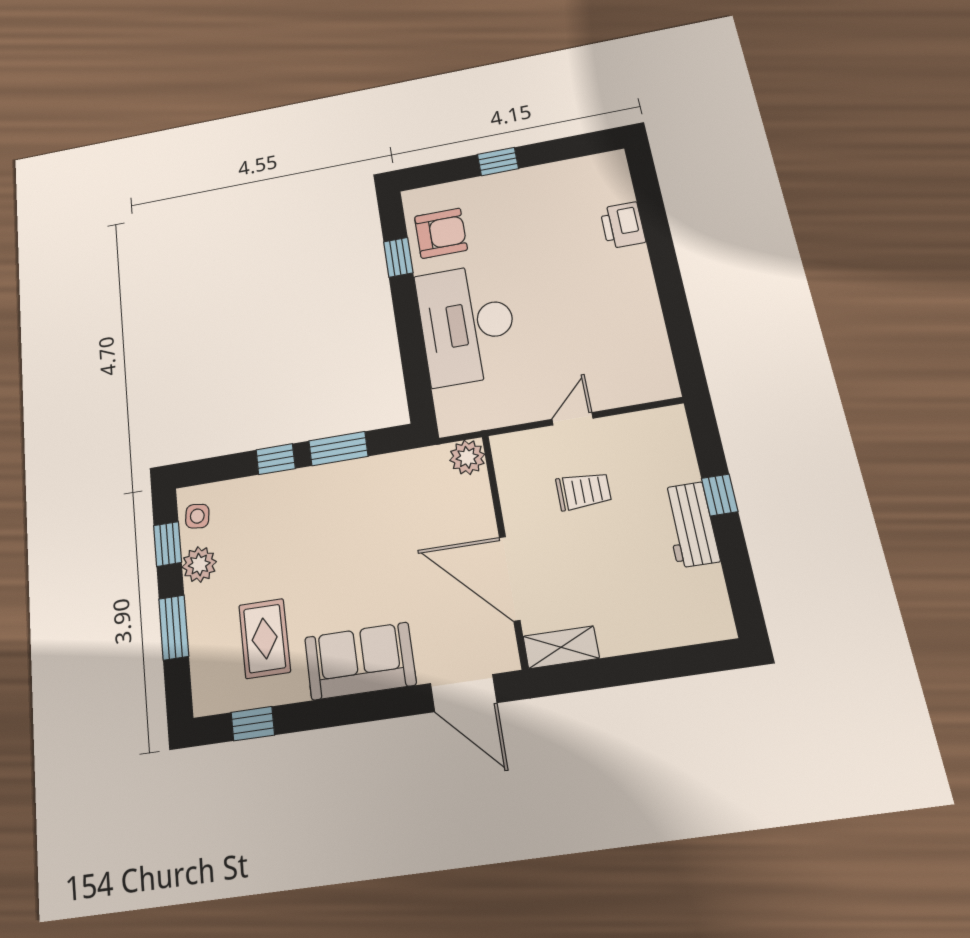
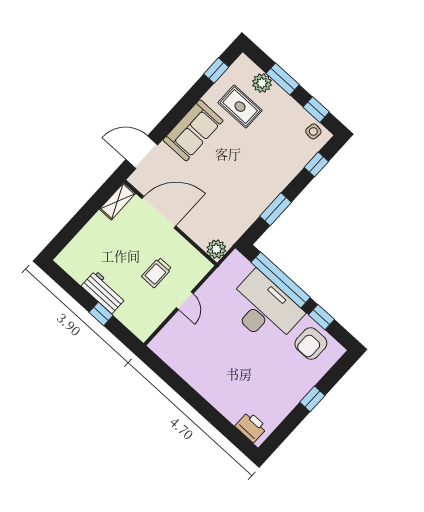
printer: (623, 225) -> (251, 427), moved
window: (412, 346) -> (281, 280), added
window: (276, 459) -> (316, 164), moved
plant: (199, 564) -> (262, 83), moved

